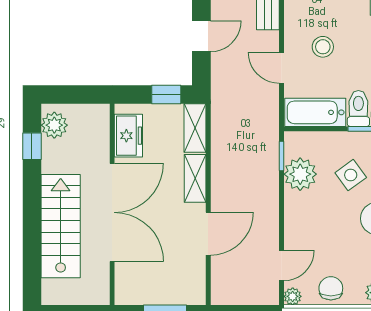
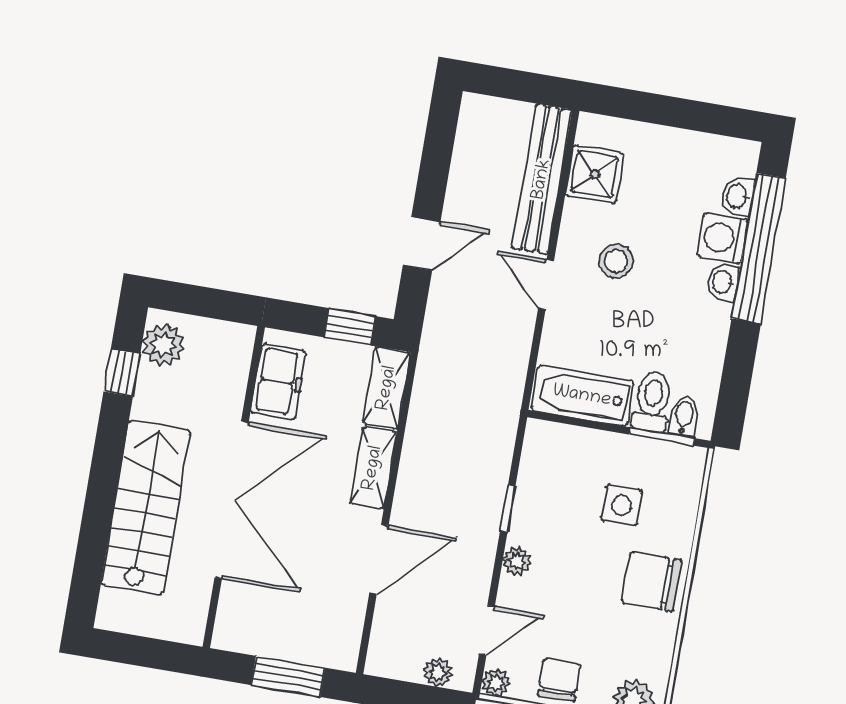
stool: (323, 47) -> (616, 261), moved
door: (281, 68) -> (546, 285), moved
window: (281, 156) -> (508, 508), moved
plant: (300, 174) -> (517, 561), moved, width x0.53, depth x0.53
side table: (351, 175) -> (622, 505), turned 36
plant: (256, 296) -> (438, 672), added

